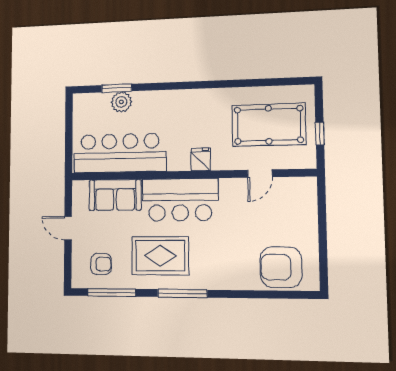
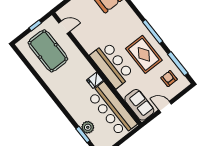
fridge: (201, 159) -> (95, 80), moved
door: (260, 174) -> (64, 27), moved
sofa: (115, 195) -> (139, 105), moved
door: (68, 228) -> (165, 107), swing flipped

